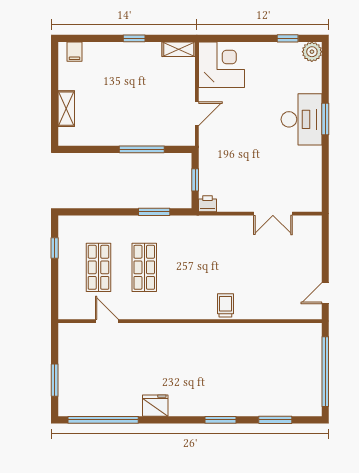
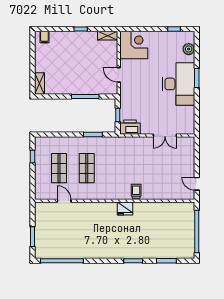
plant: (312, 52) -> (189, 49), moved
shelving: (66, 109) -> (39, 83), moved
door: (197, 114) -> (119, 75), swing flipped
desk: (301, 119) -> (179, 84), width x1.36, depth x1.30
printer: (208, 204) -> (130, 127), width x1.87, depth x1.48
door: (325, 293) -> (197, 184), hinge flipped
fridge: (155, 406) -> (125, 208), moved, turned 180

